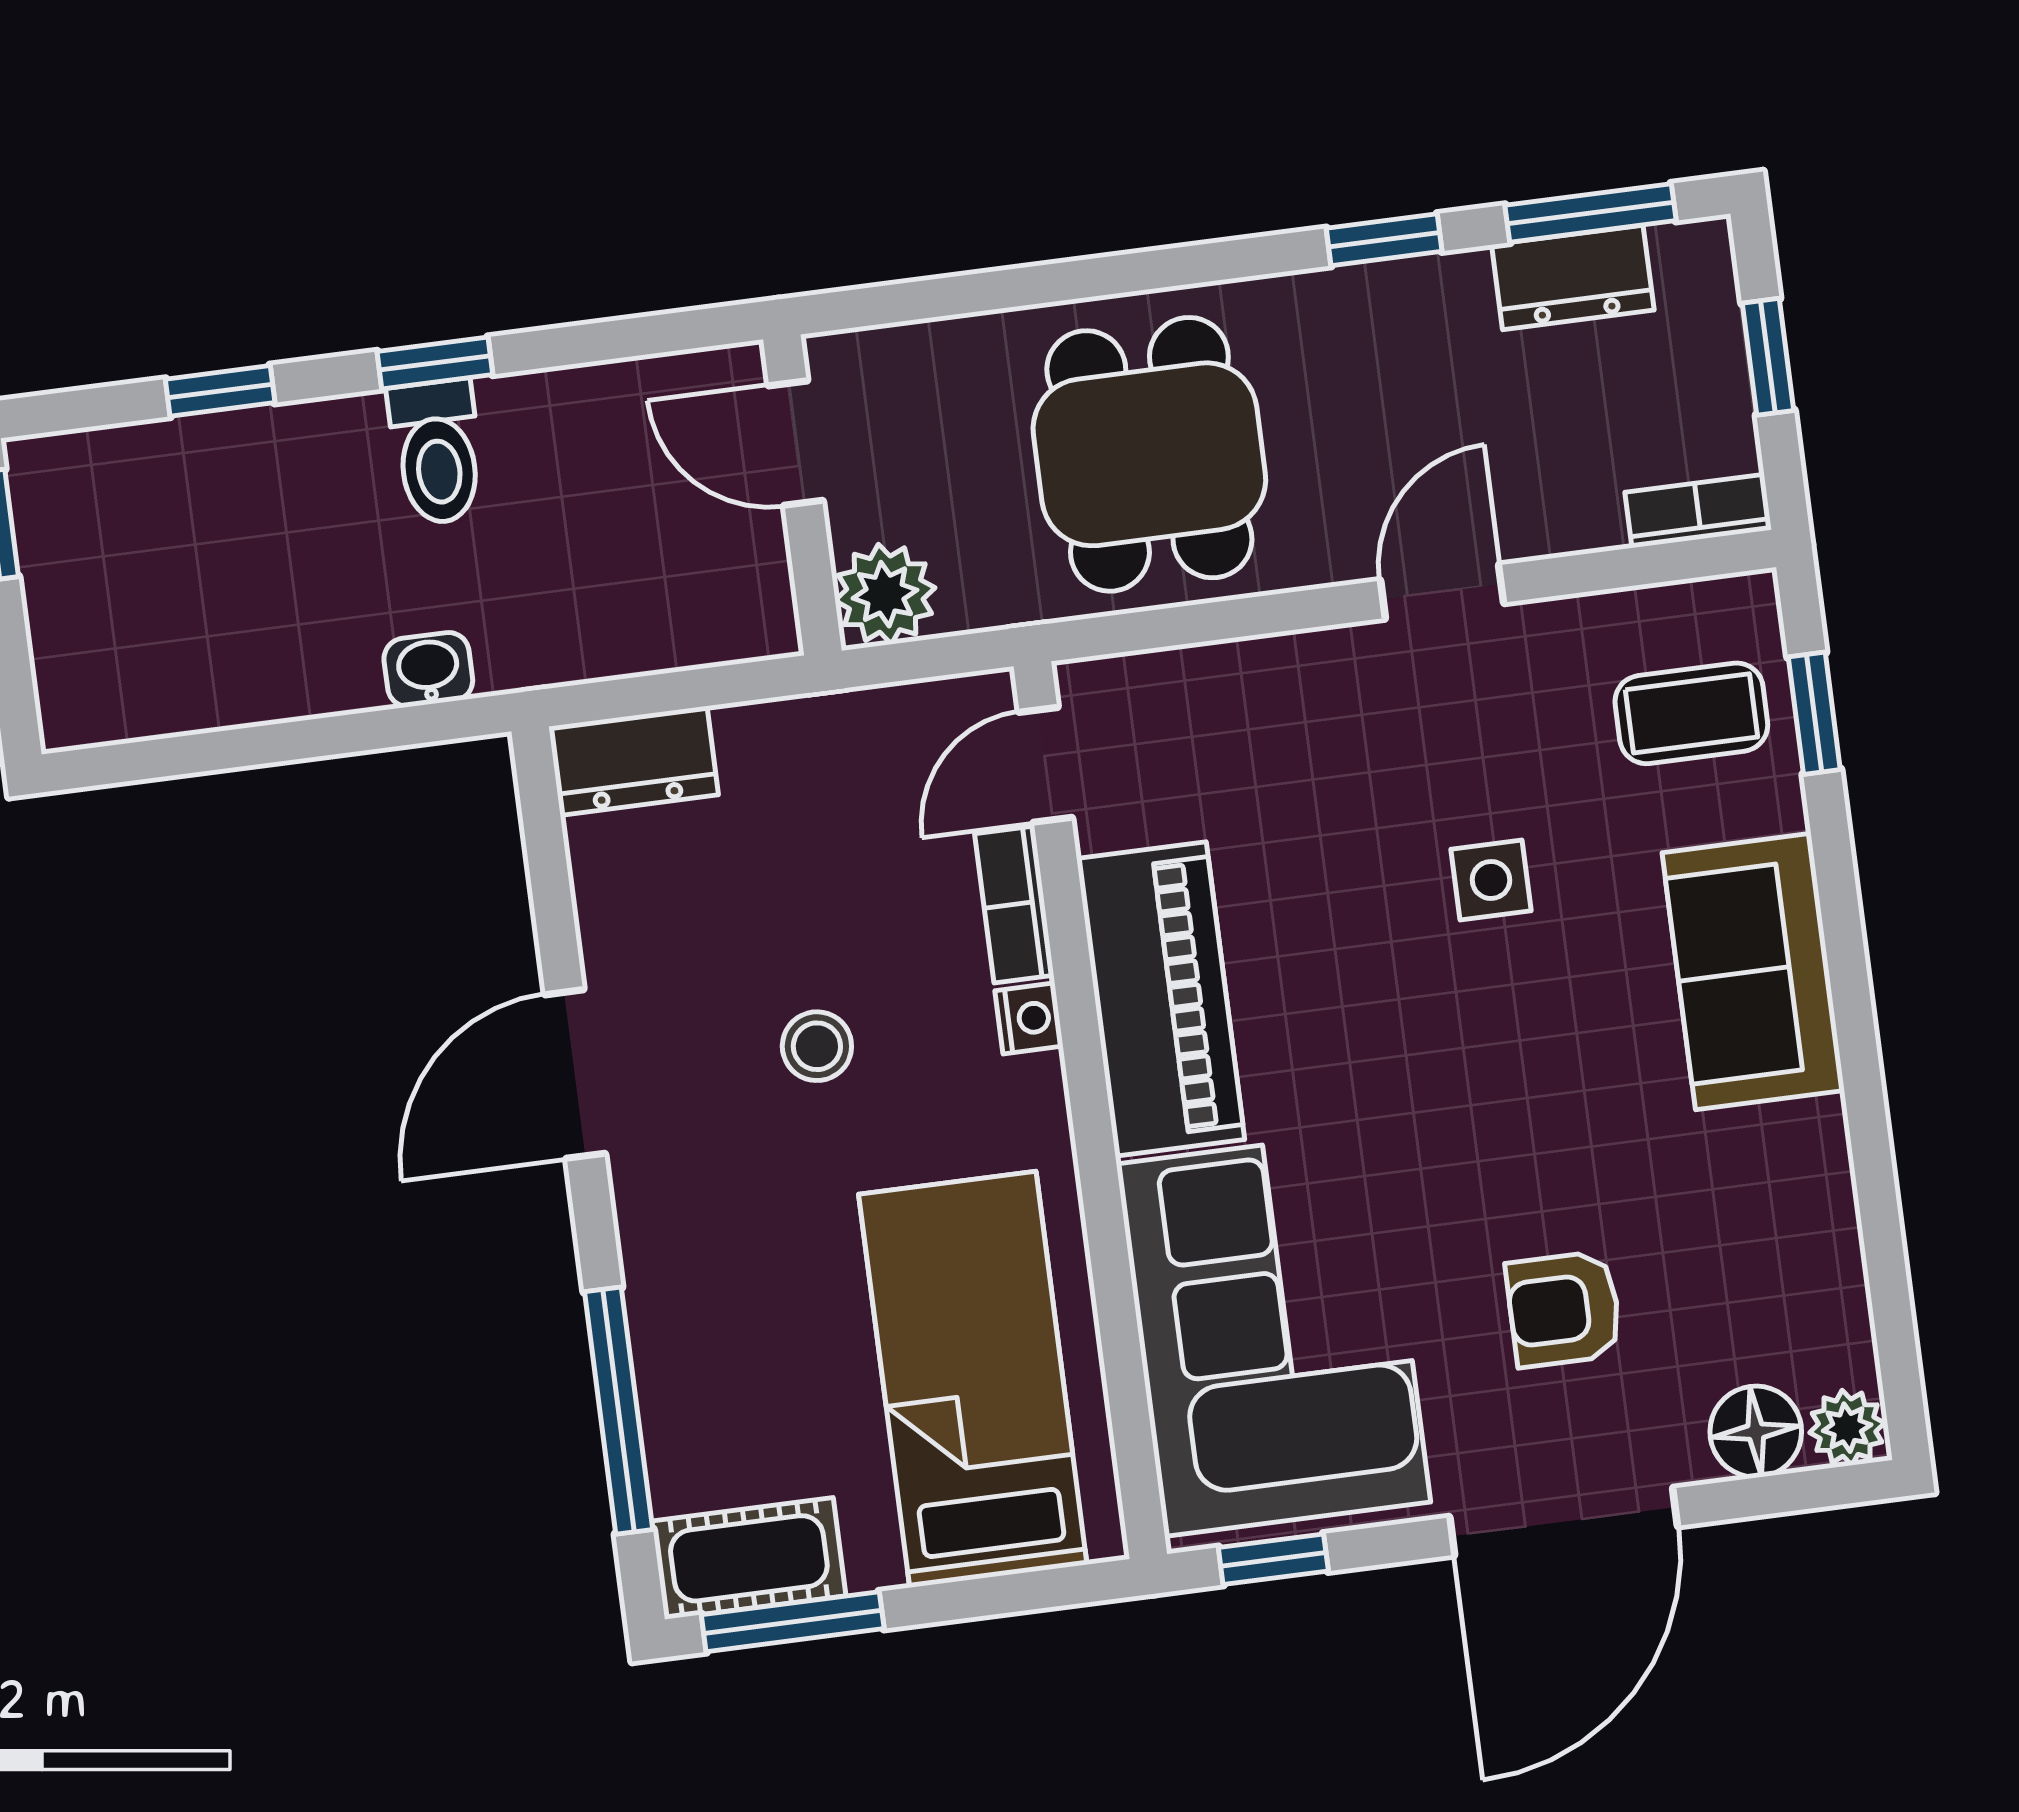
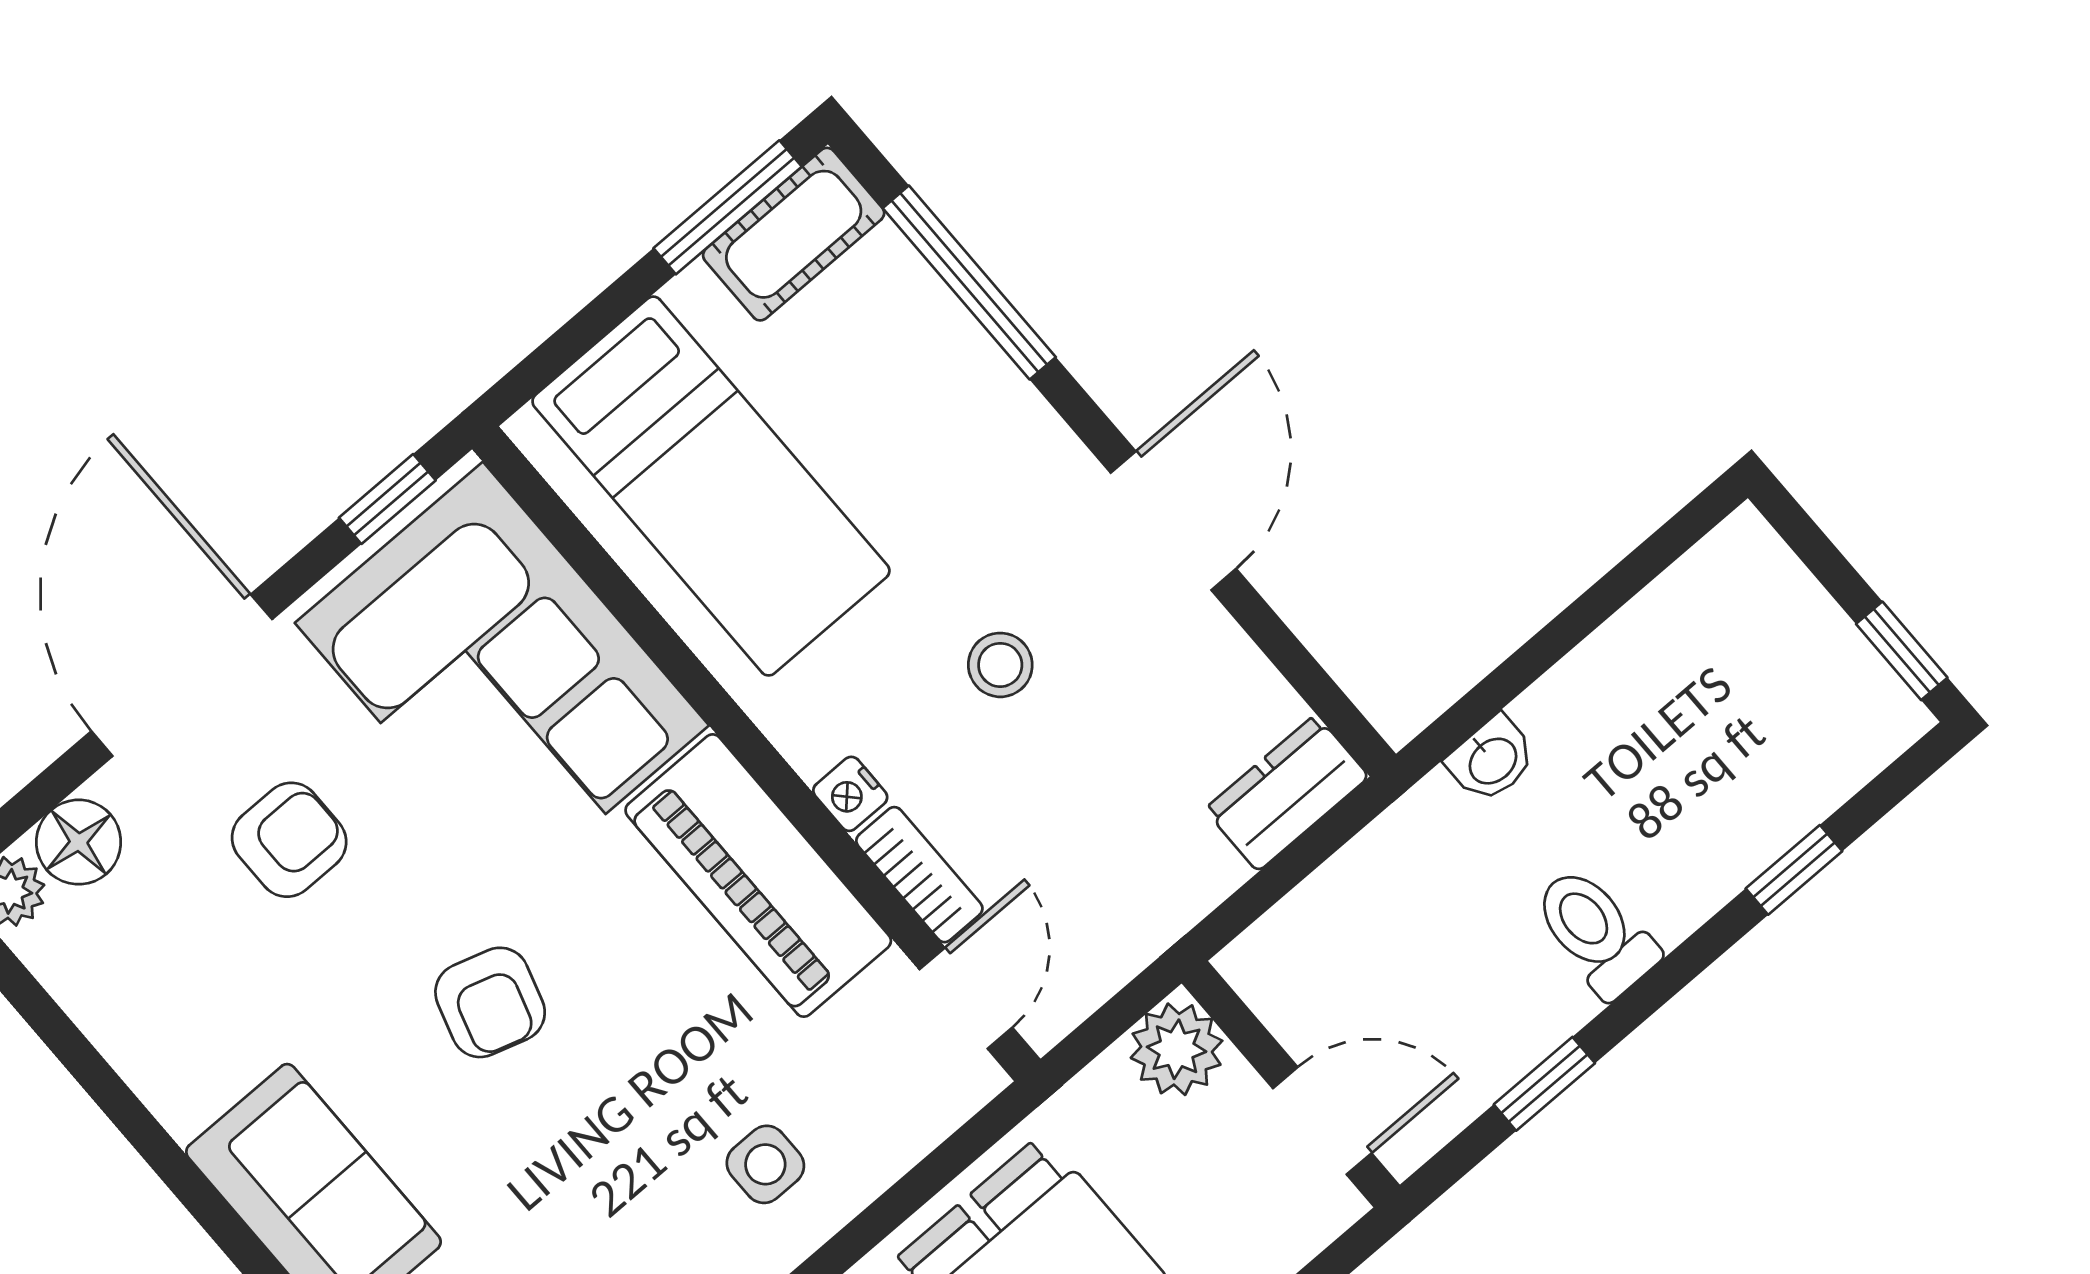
window: (435, 363) -> (1544, 1084), moved
side table: (1491, 880) -> (765, 1164), moved
armchair: (1478, 1043) -> (490, 1002), added

